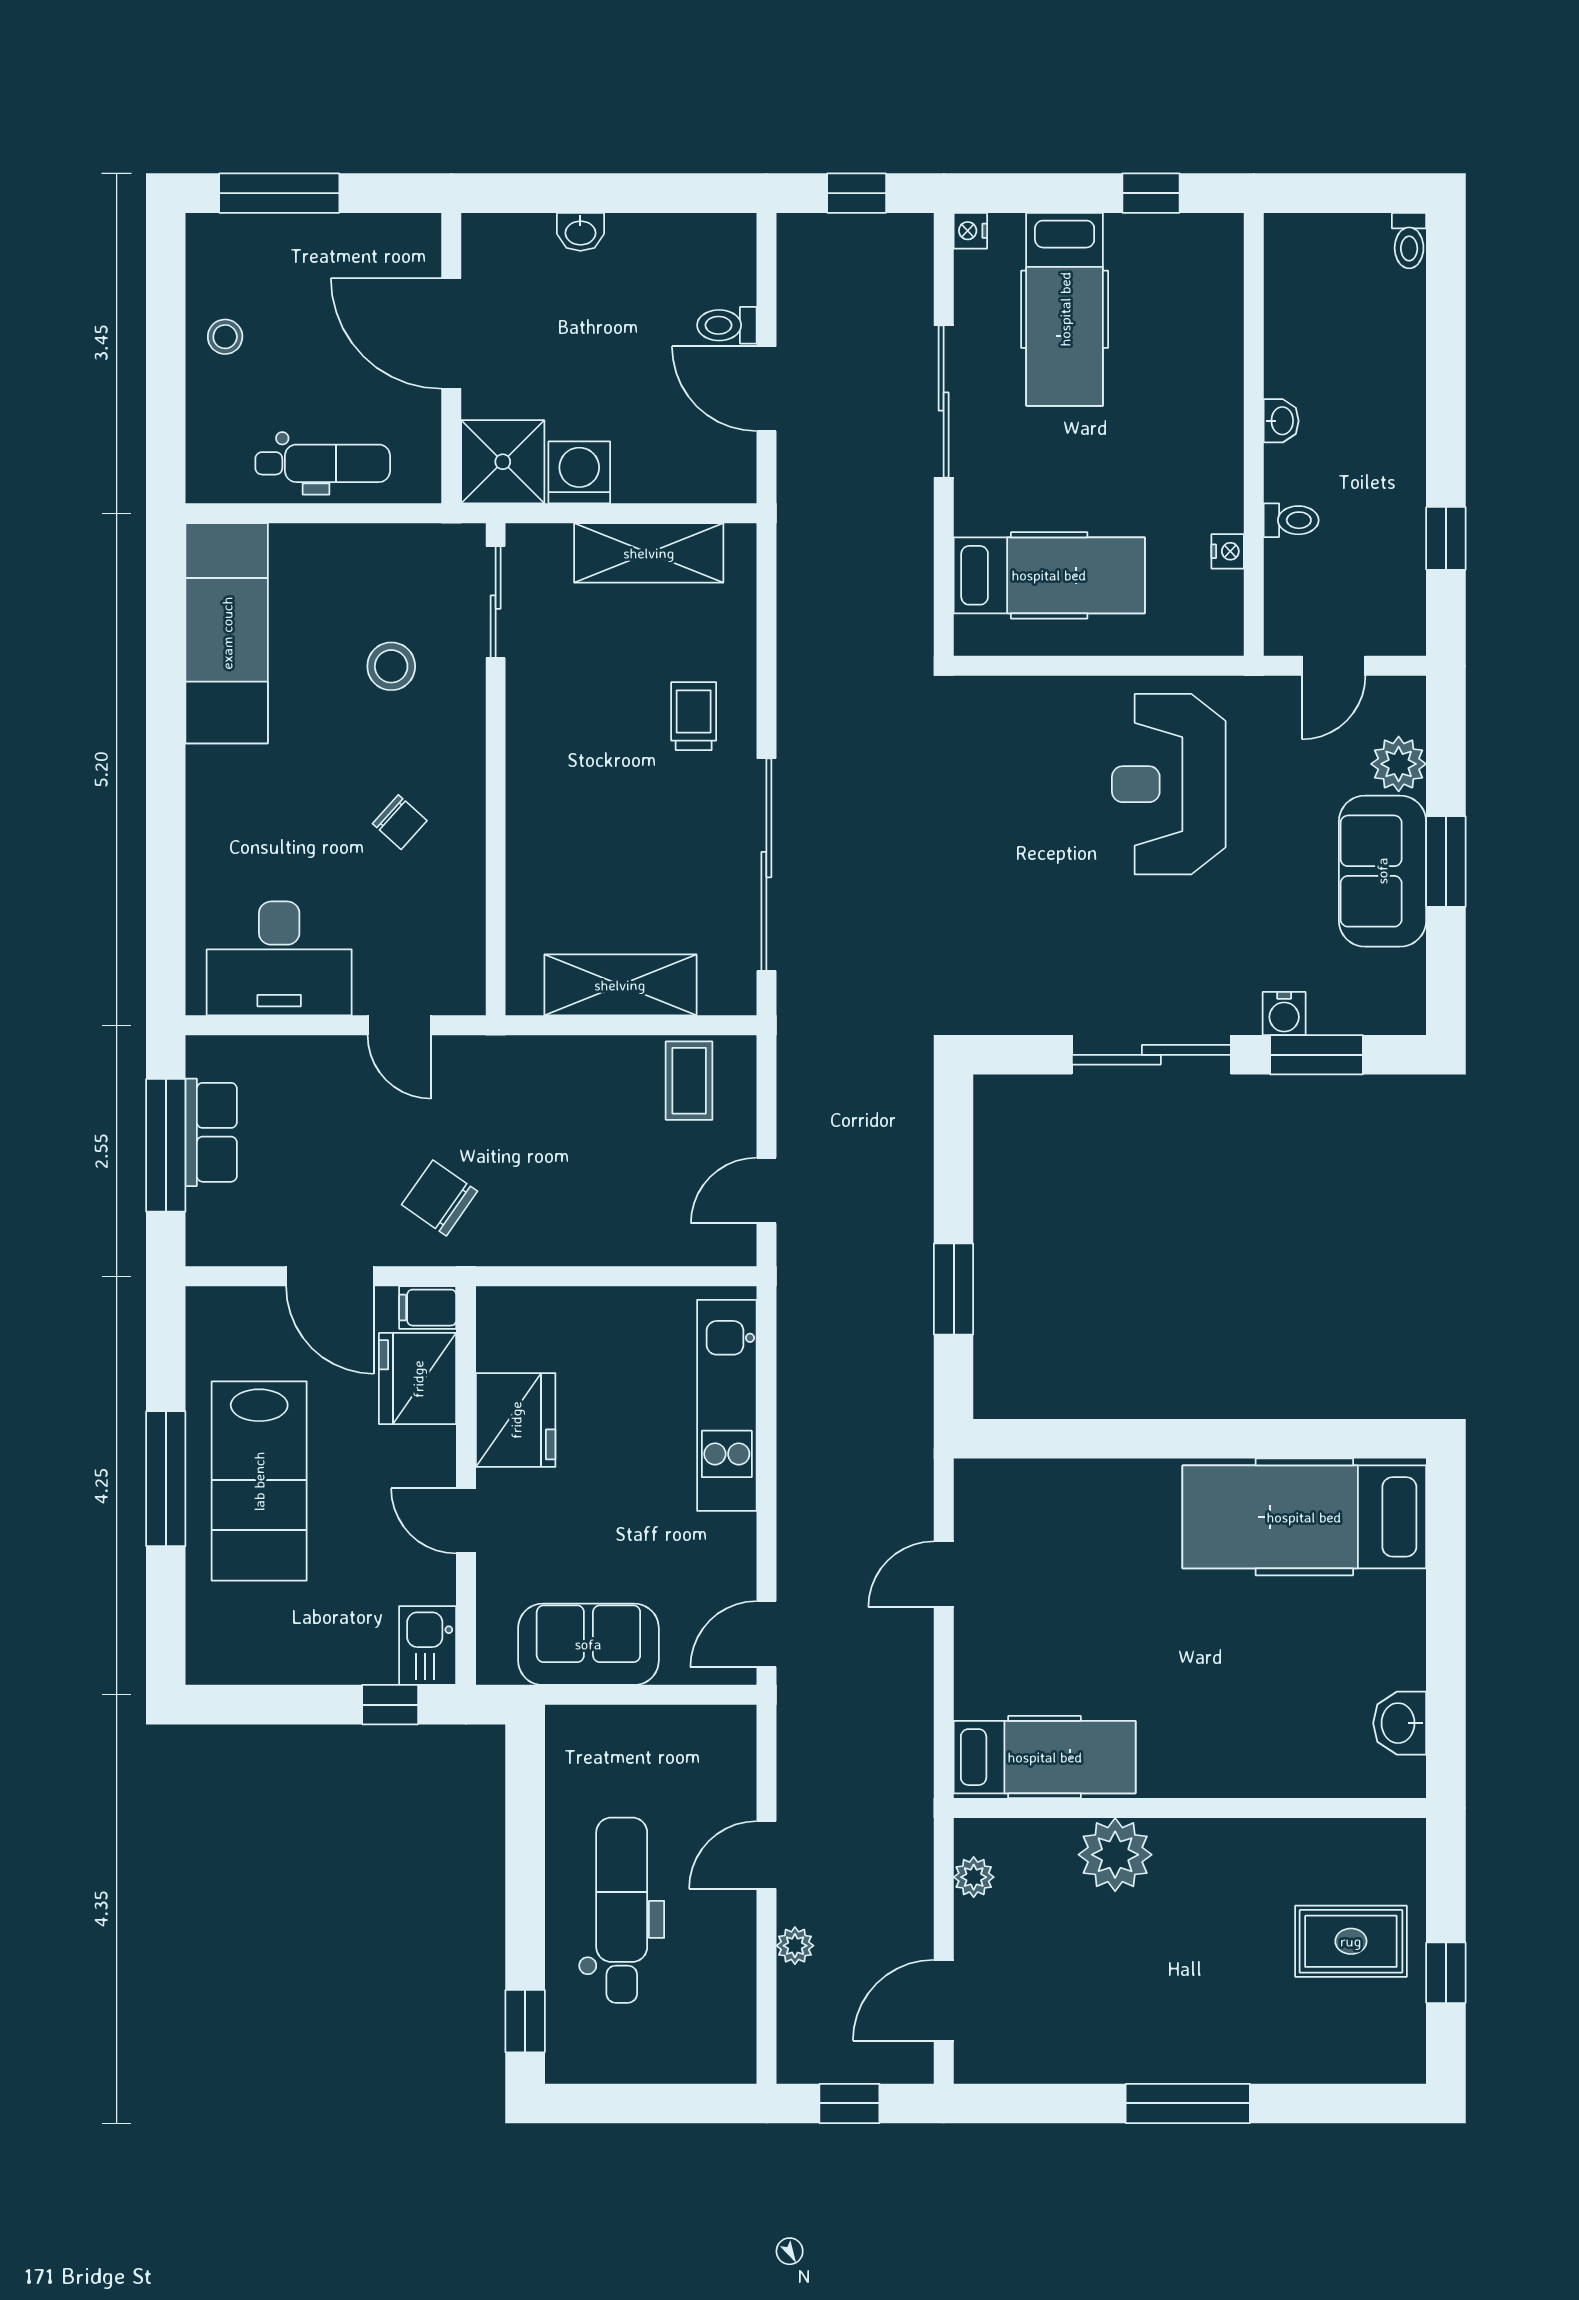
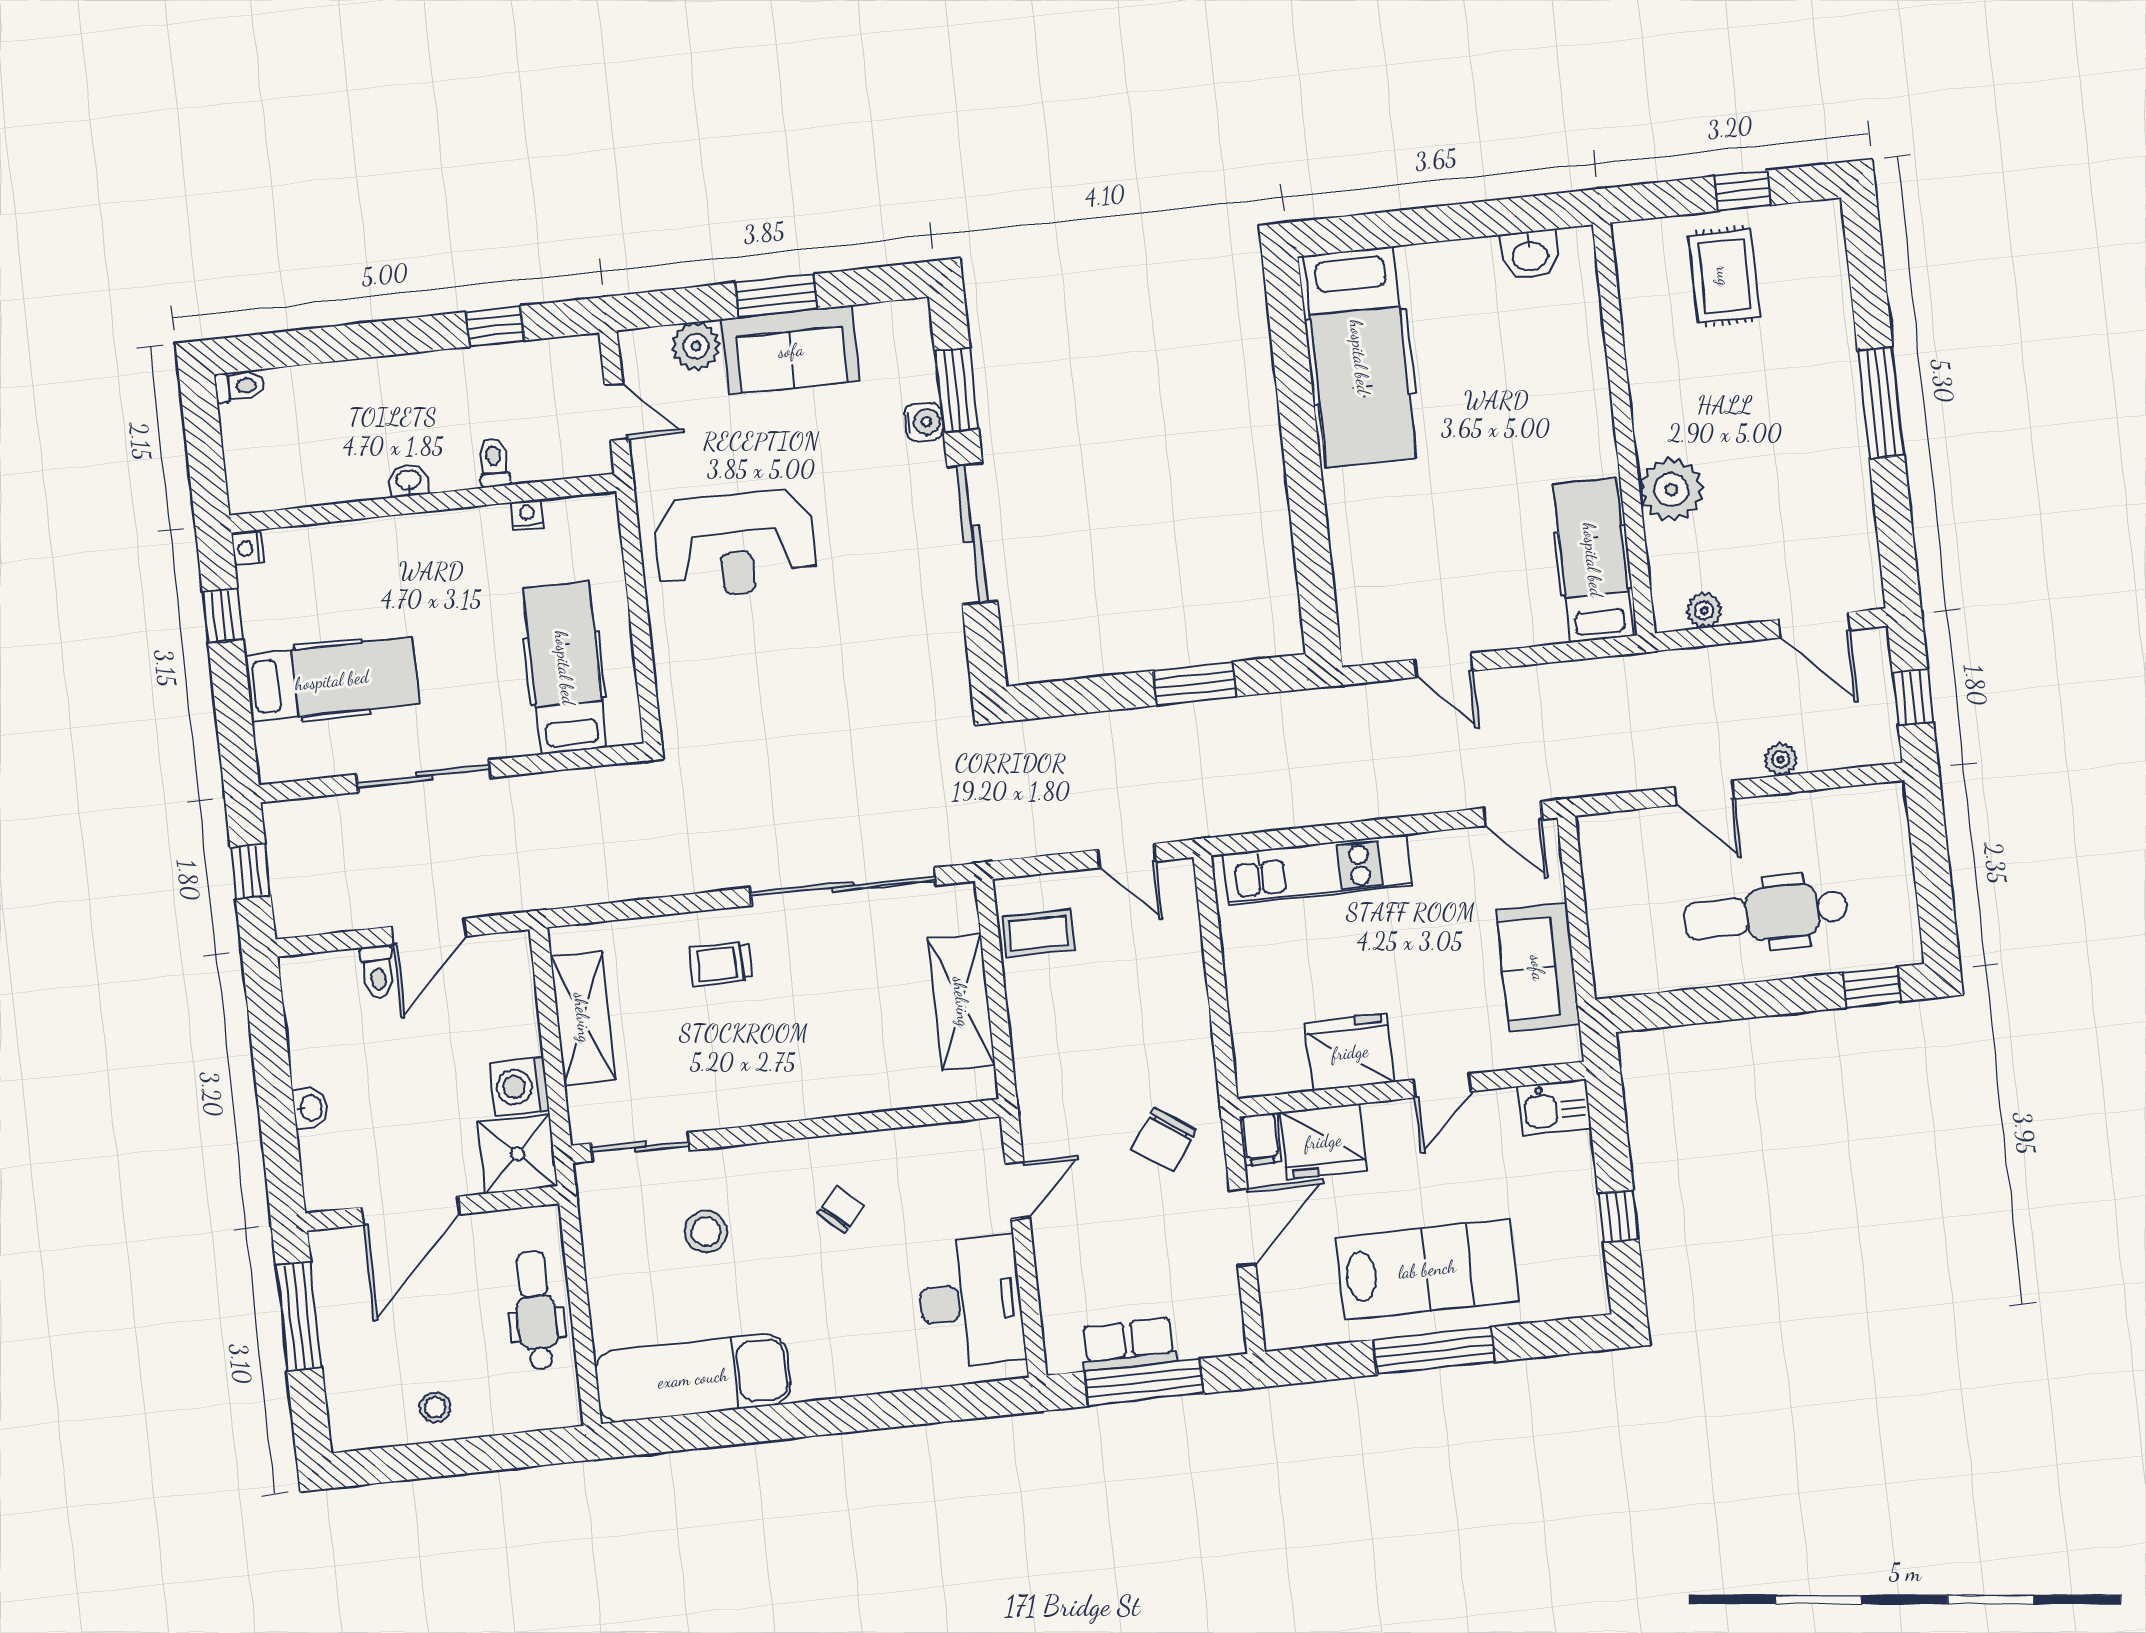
window: (279, 193) -> (299, 1316), moved
nightstand: (970, 231) -> (248, 548), moved, turned 90
window: (390, 1705) -> (1618, 1216), moved

